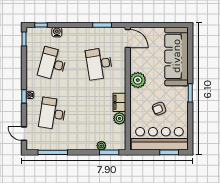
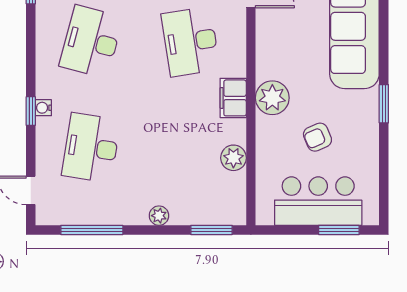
plant: (138, 80) -> (272, 98), moved
filing cabinet: (119, 102) -> (233, 98), moved
bar counter: (159, 139) -> (318, 201), width x0.73
plant: (101, 146) -> (159, 216), moved

